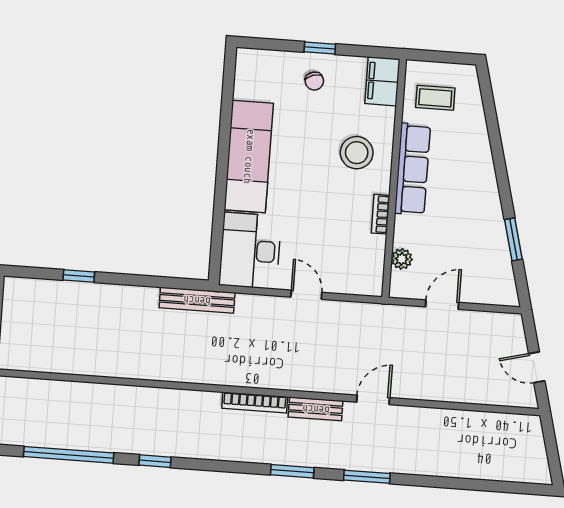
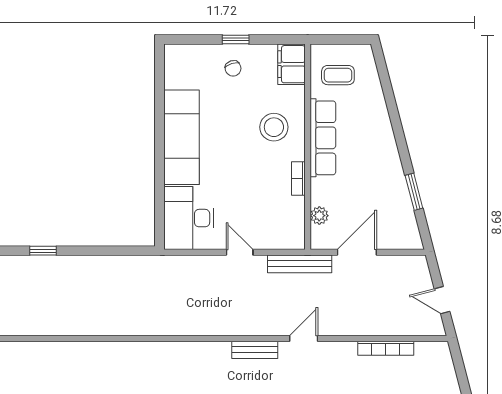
bench: (197, 300) -> (300, 264), moved
door: (442, 305) -> (357, 252), width x1.38
bookcase: (255, 403) -> (386, 348), moved

